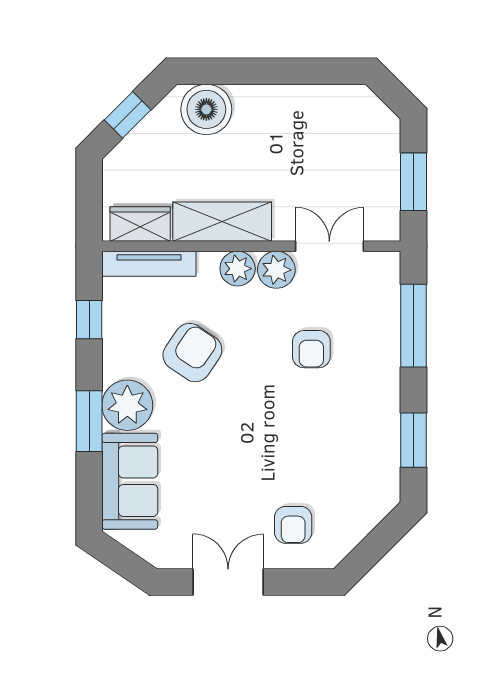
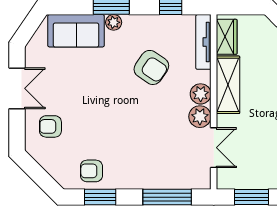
armchair: (311, 349) -> (91, 171), moved
plant: (127, 405) -> (114, 22), width x0.53, depth x0.53

